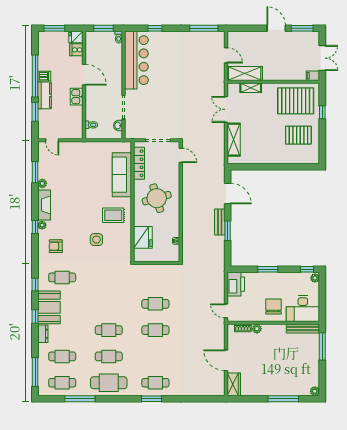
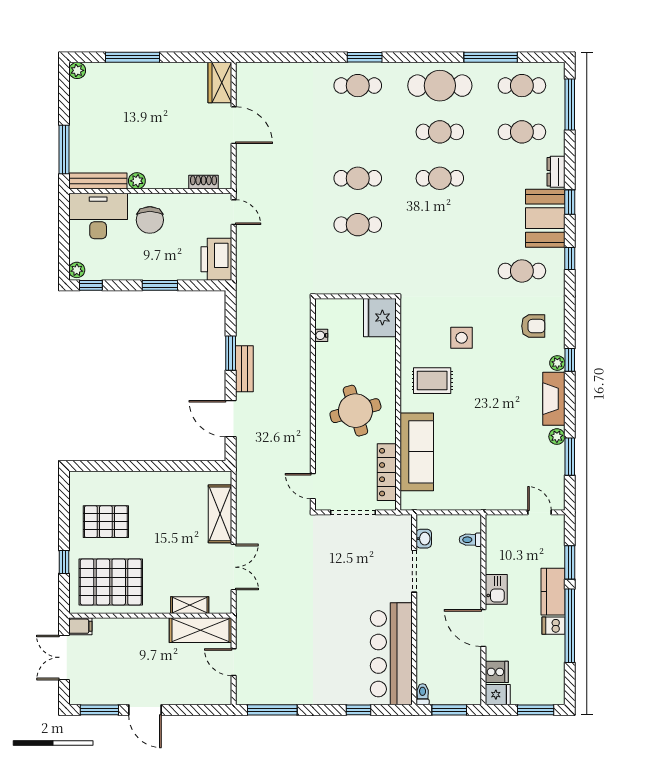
fridge: (143, 237) -> (380, 318), moved
plant: (257, 329) -> (137, 181), moved

